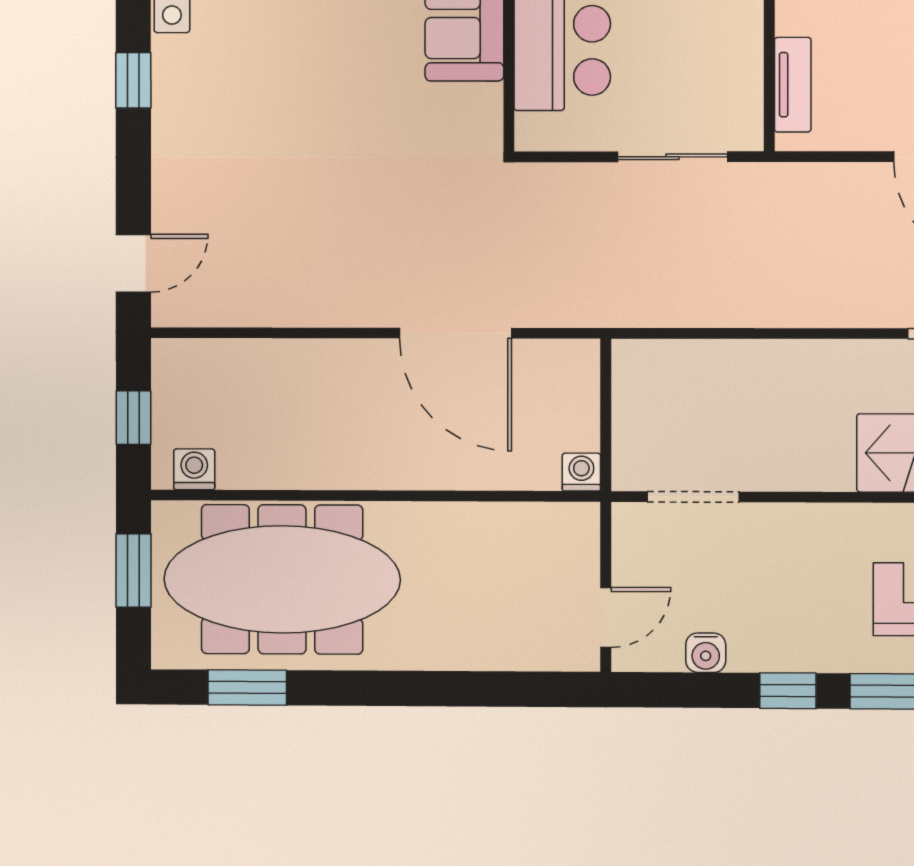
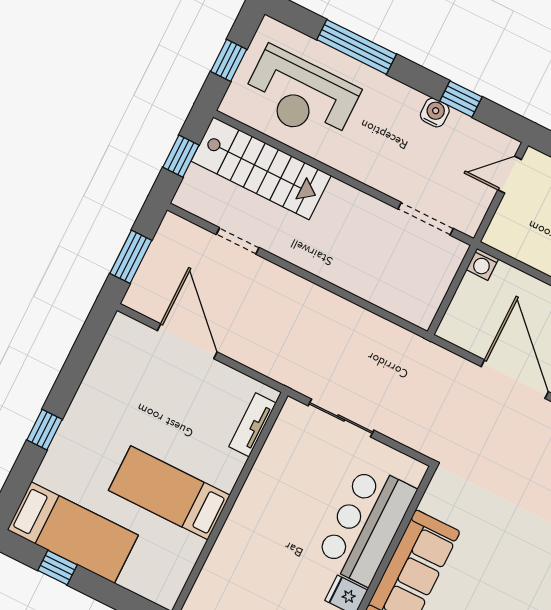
water cooler: (706, 653) -> (435, 113), moved
window: (788, 691) -> (461, 99), moved

